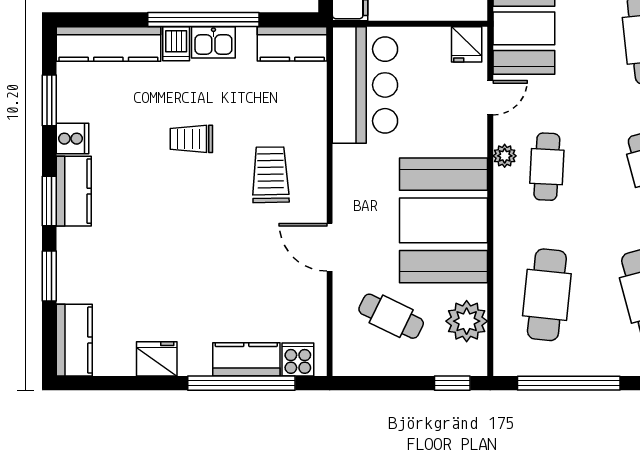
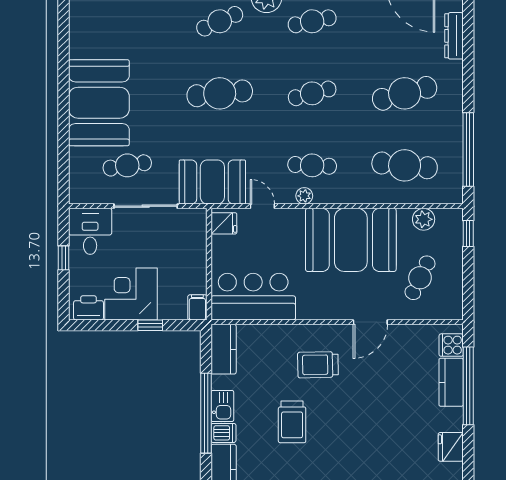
trolley: (191, 139) -> (292, 422), width x1.36, depth x1.39
plant: (467, 321) -> (424, 219), width x0.73, depth x0.73

